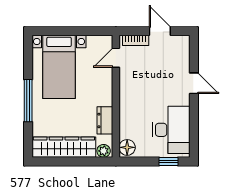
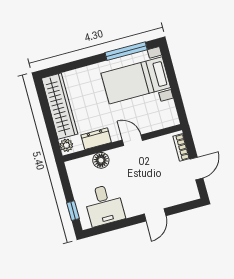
door: (116, 58) -> (132, 140), moved
window: (28, 101) -> (126, 51), moved
desk: (171, 130) -> (104, 205), width x0.73
floor lamp: (127, 147) -> (101, 160), moved

